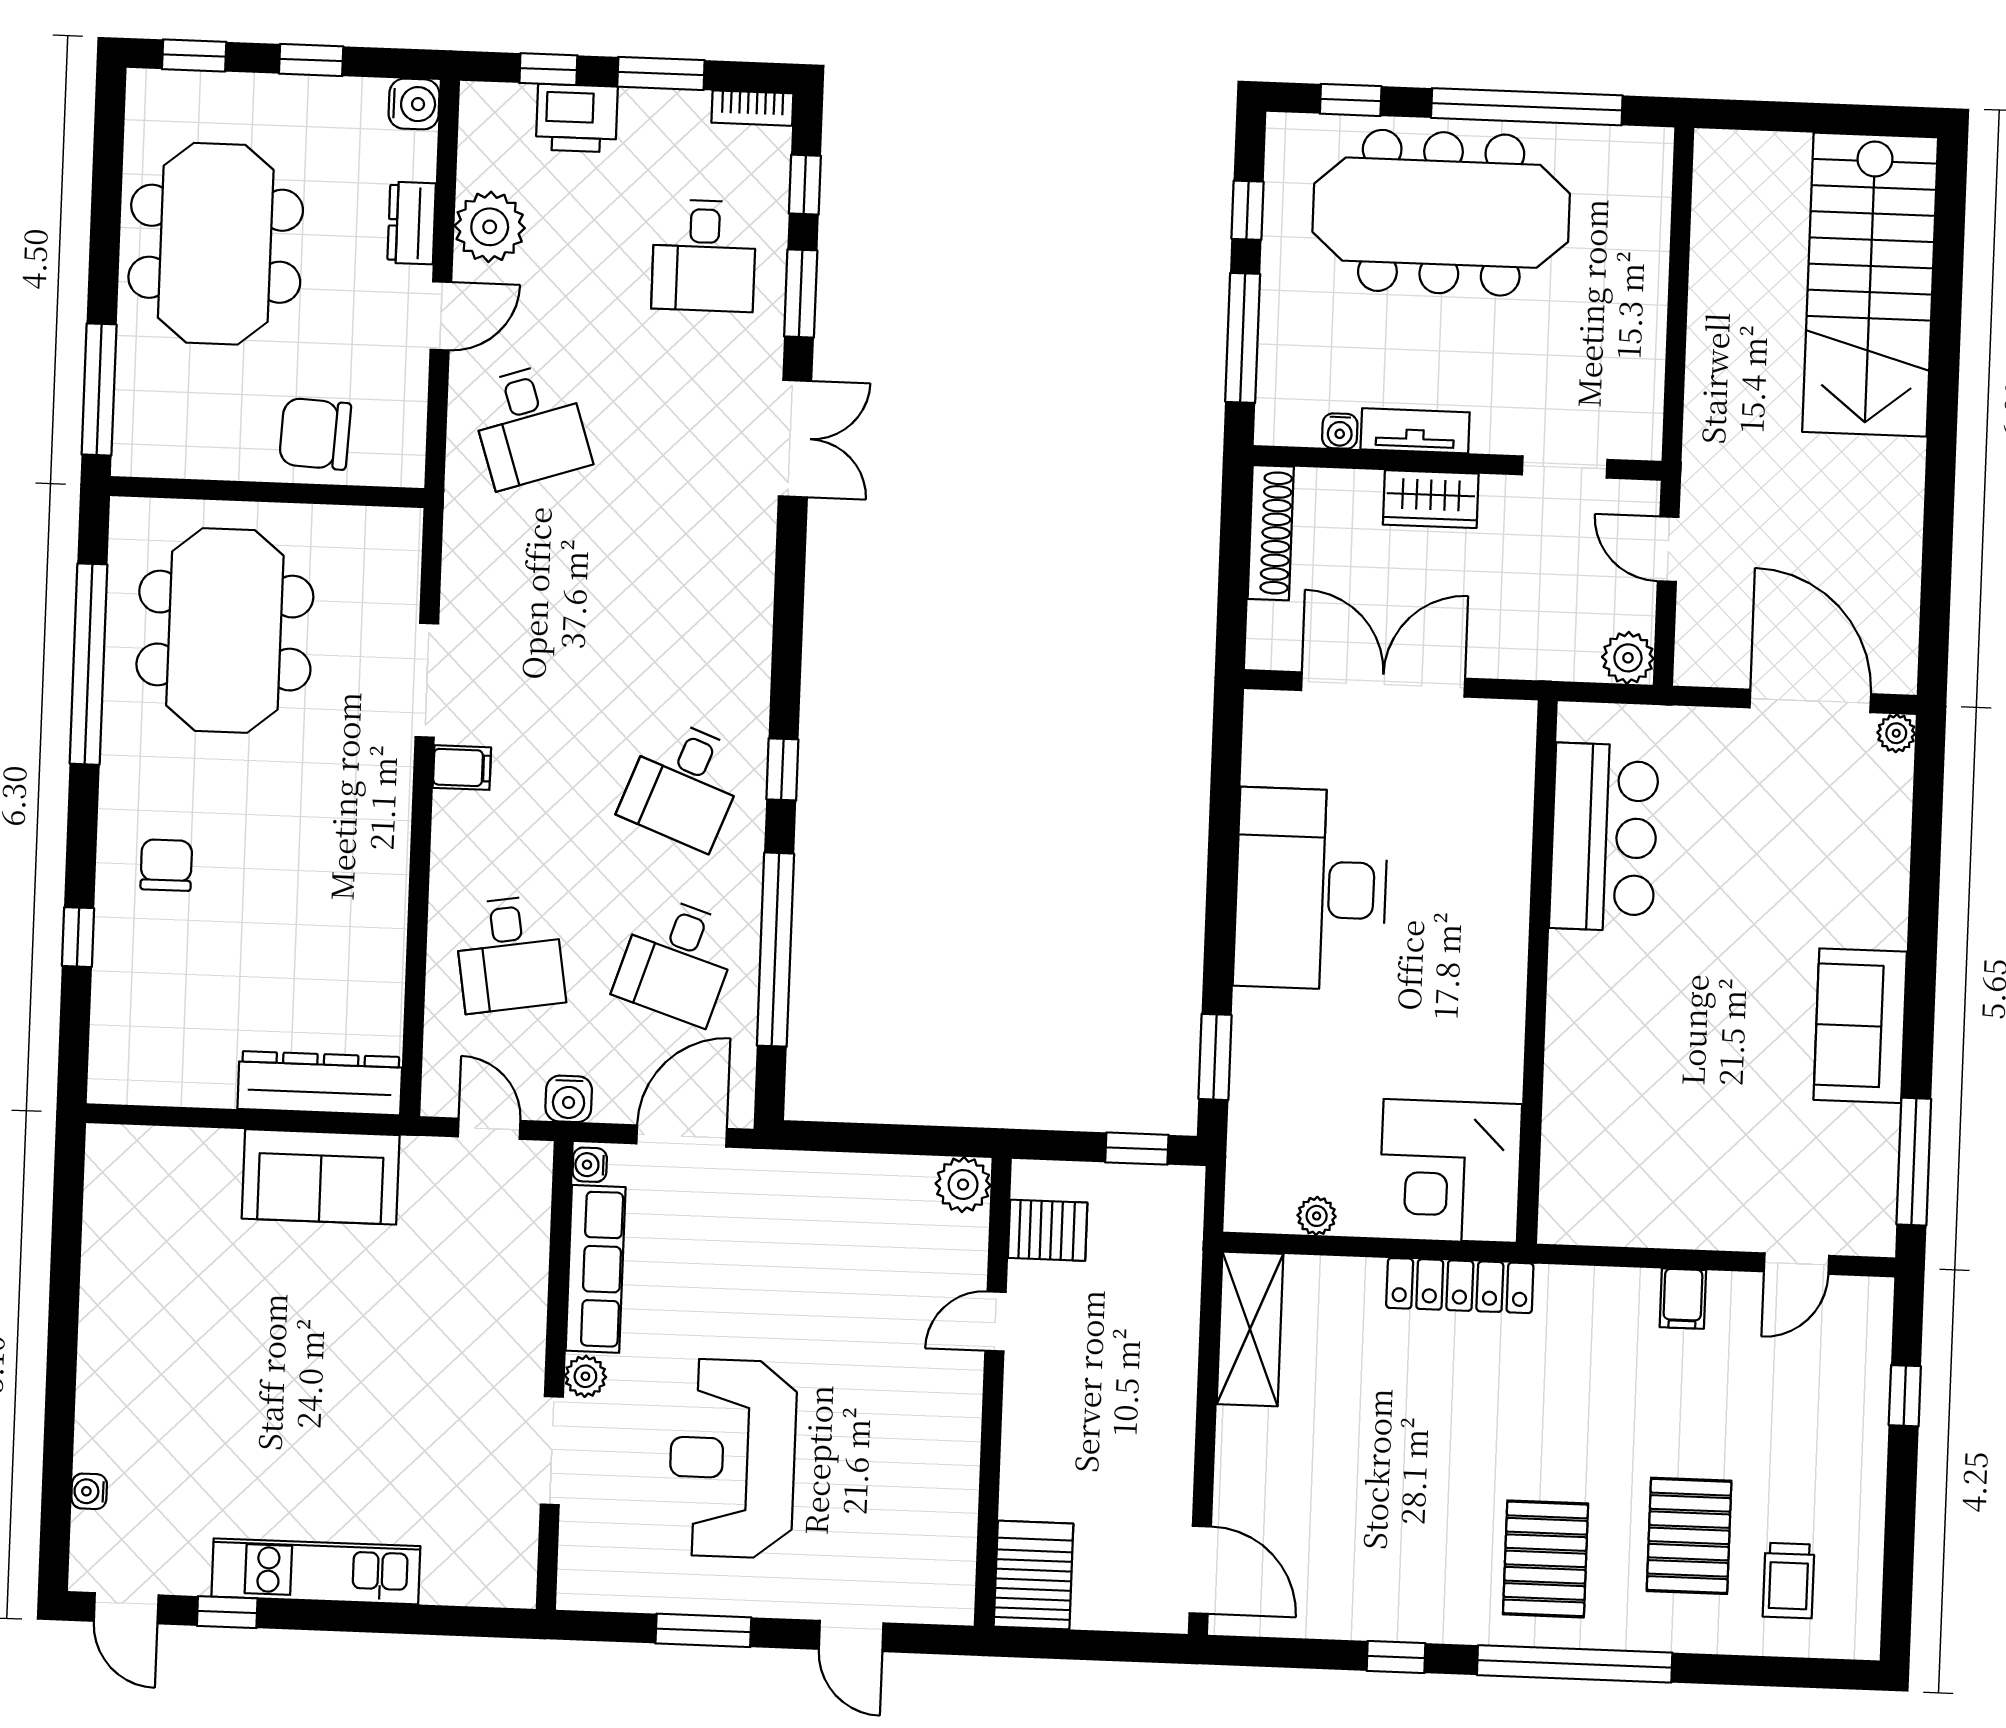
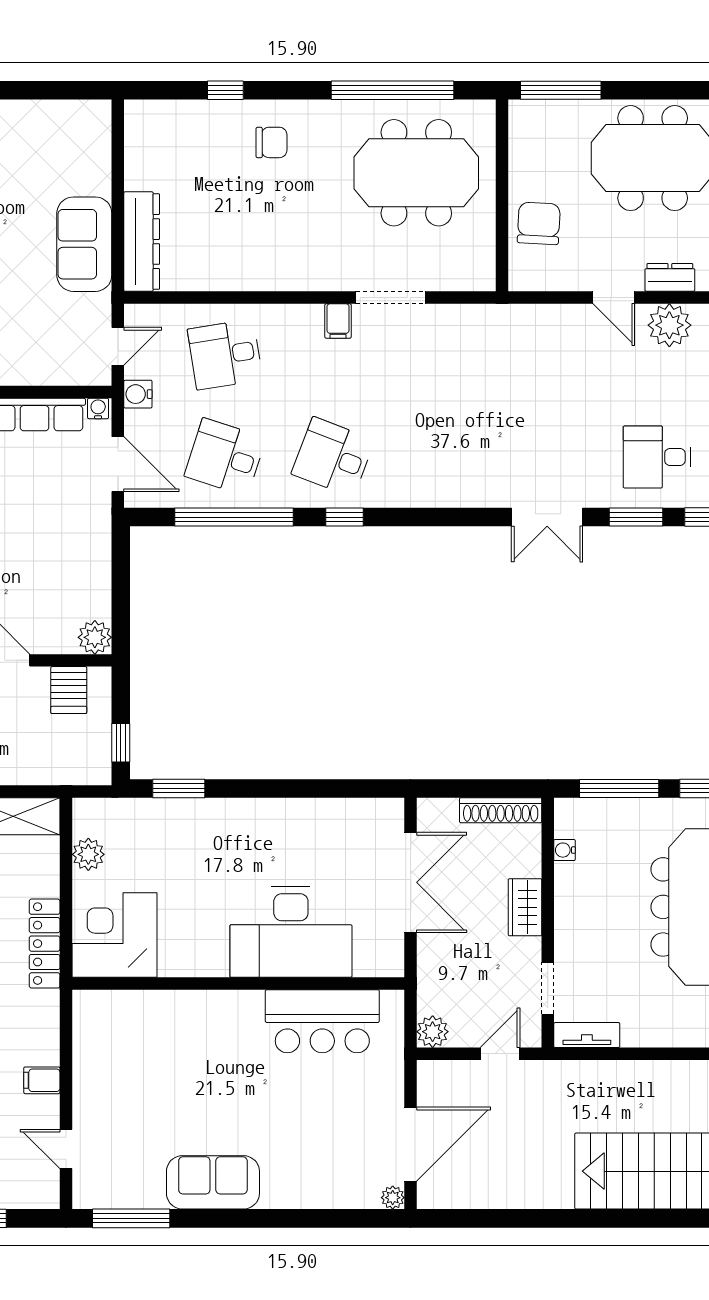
desk: (530, 425) -> (549, 355), removed
tv unit: (1415, 431) -> (587, 1035), moved, turned -90
desk: (1311, 889) -> (291, 932), moved, turned 180
plant: (1317, 1216) -> (88, 854), width x1.38, depth x1.38

